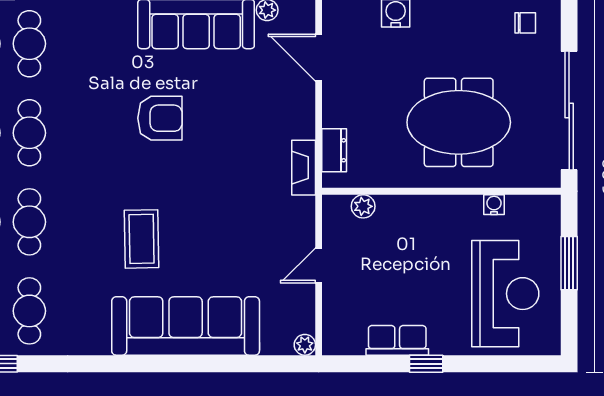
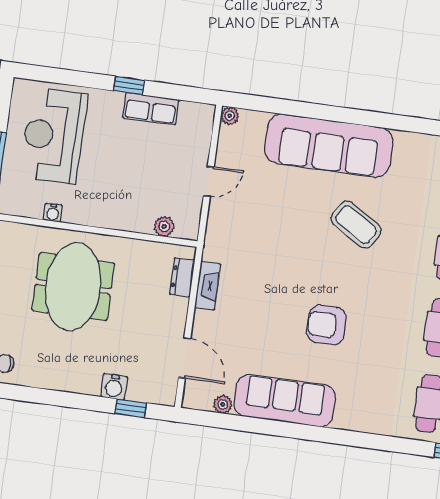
meeting table: (459, 122) -> (73, 287), turned 90
fireplace: (304, 168) -> (208, 286), moved
coffee table: (142, 239) -> (356, 225), turned -57

